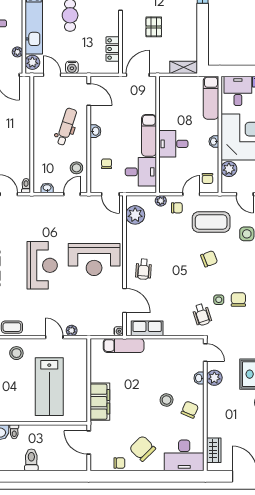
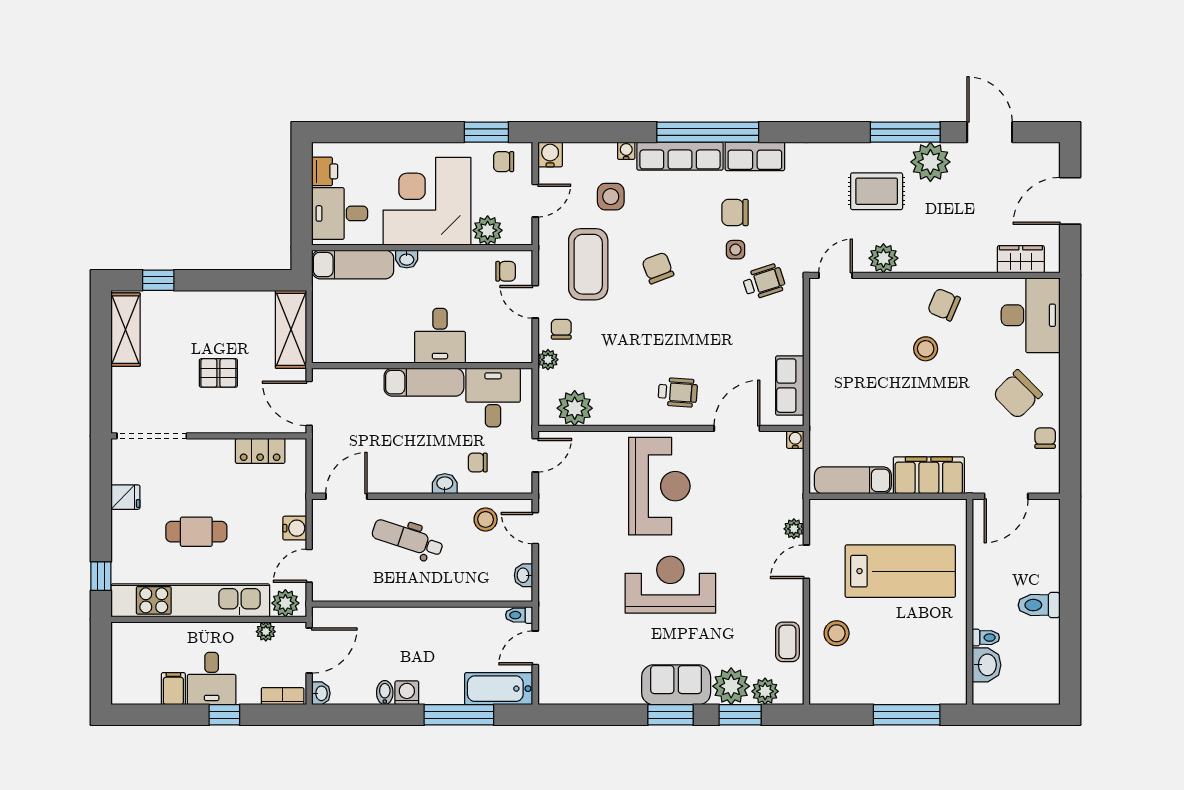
shelving: (184, 67) -> (291, 329), width x1.50, depth x1.33
washbasin: (95, 131) -> (445, 484), moved
washbasin: (214, 141) -> (407, 259), moved
exam couch: (124, 346) -> (853, 480), moved, turned -90
washbasin: (199, 378) -> (884, 287), removed

